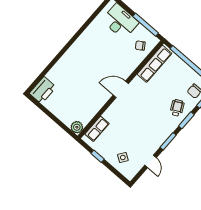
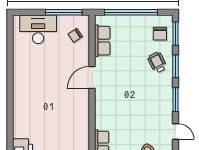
row of seats: (154, 64) -> (102, 41), width x0.68
door: (121, 89) -> (92, 78), moved

